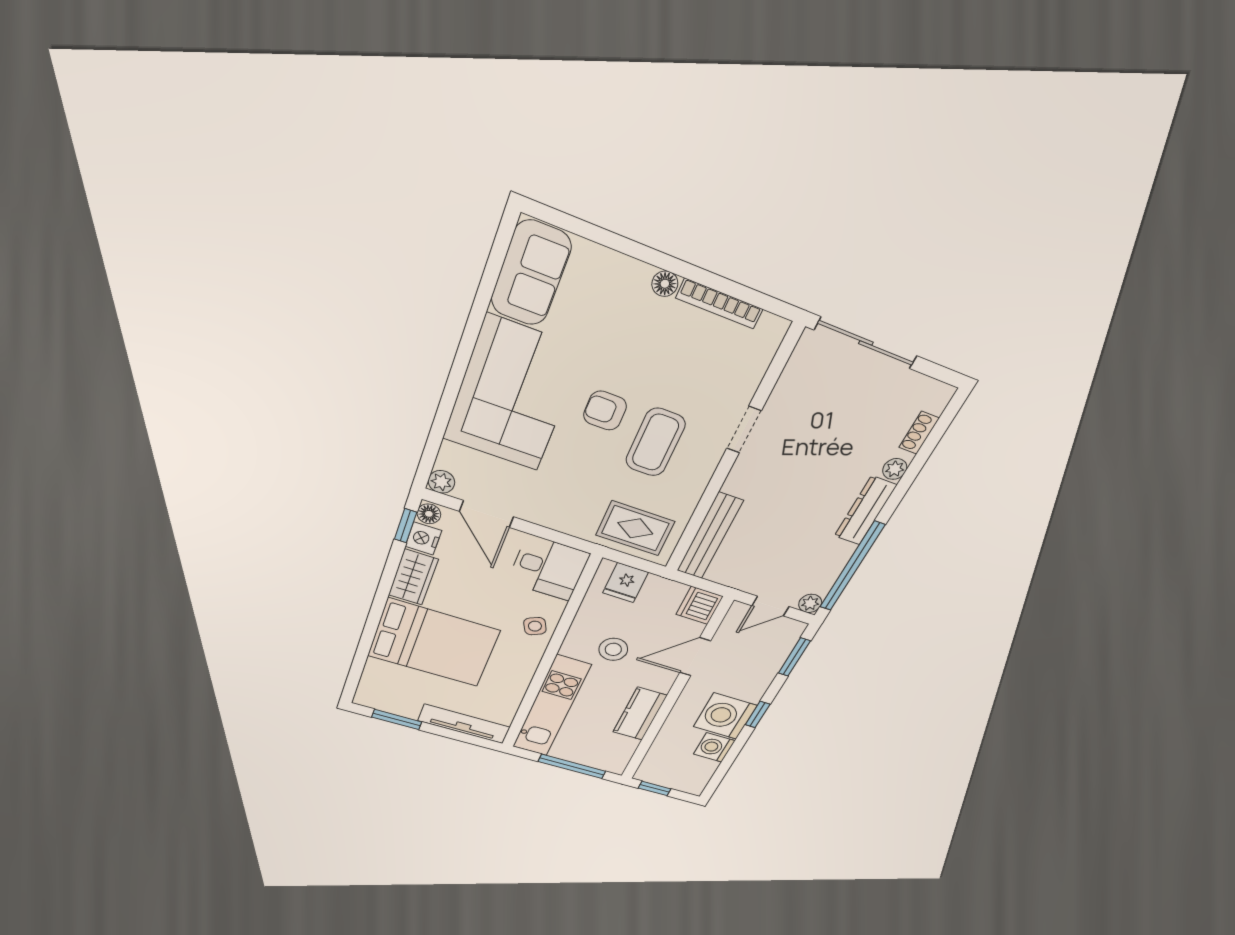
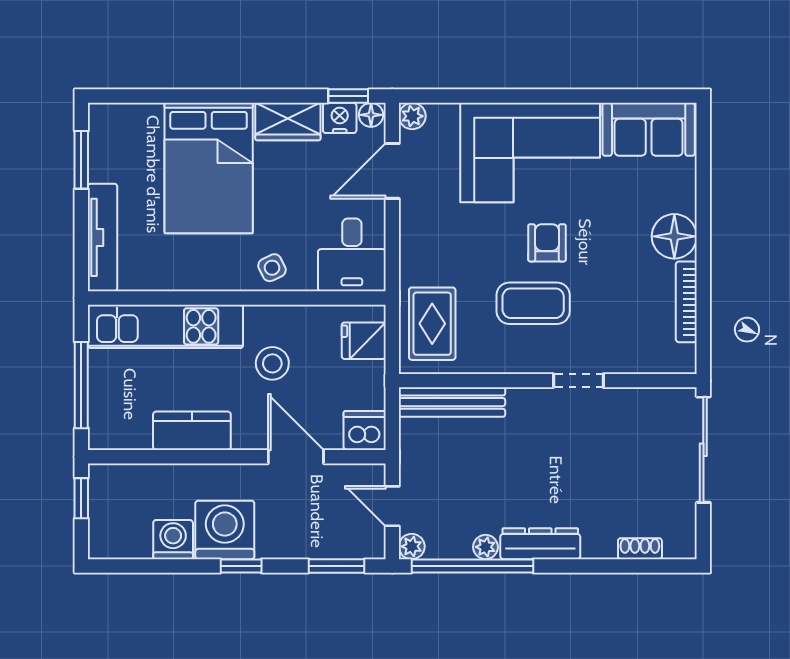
floor lamp: (665, 284) -> (674, 236), width x1.89, depth x1.89
plant: (895, 469) -> (486, 547), moved

